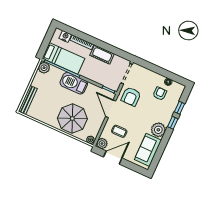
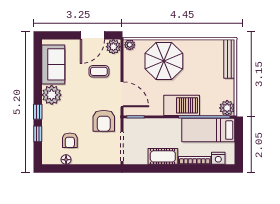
armchair: (131, 97) -> (104, 121), turned 180

